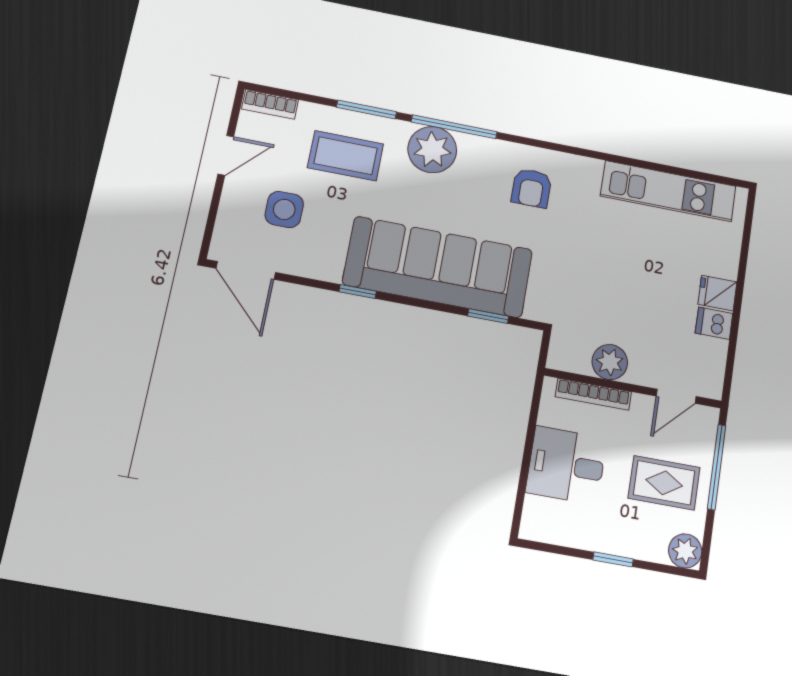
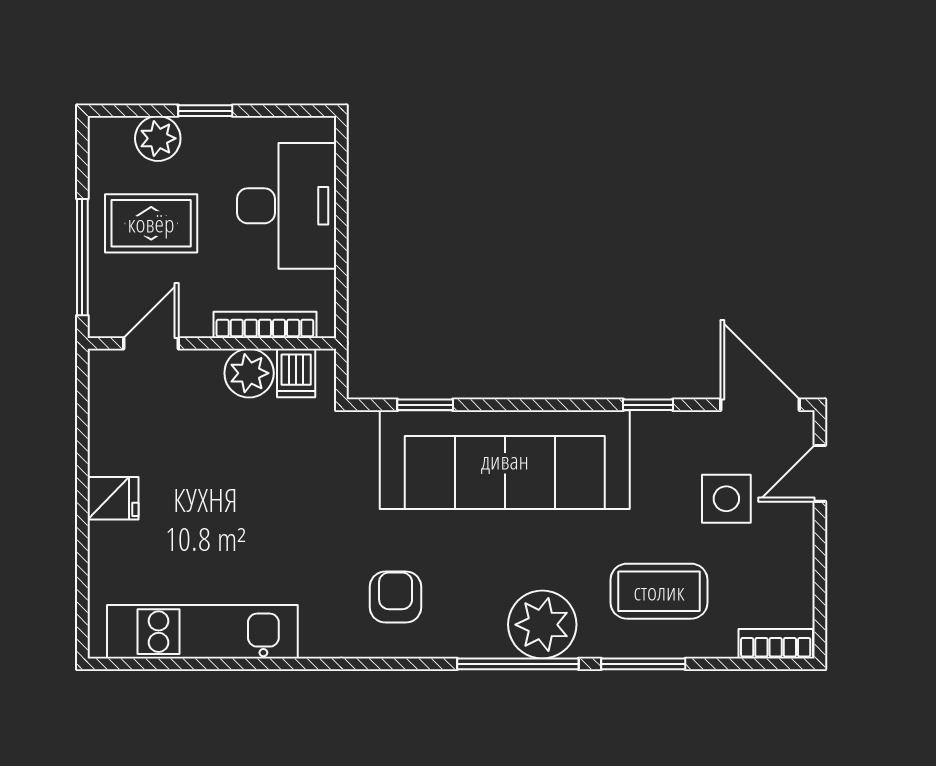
door: (226, 155) -> (820, 473), moved
window: (358, 291) -> (648, 405), moved
dishwasher: (714, 323) -> (296, 373), moved, turned 90
desk: (566, 465) -> (287, 206), width x1.37
plant: (685, 551) -> (158, 138), moved

